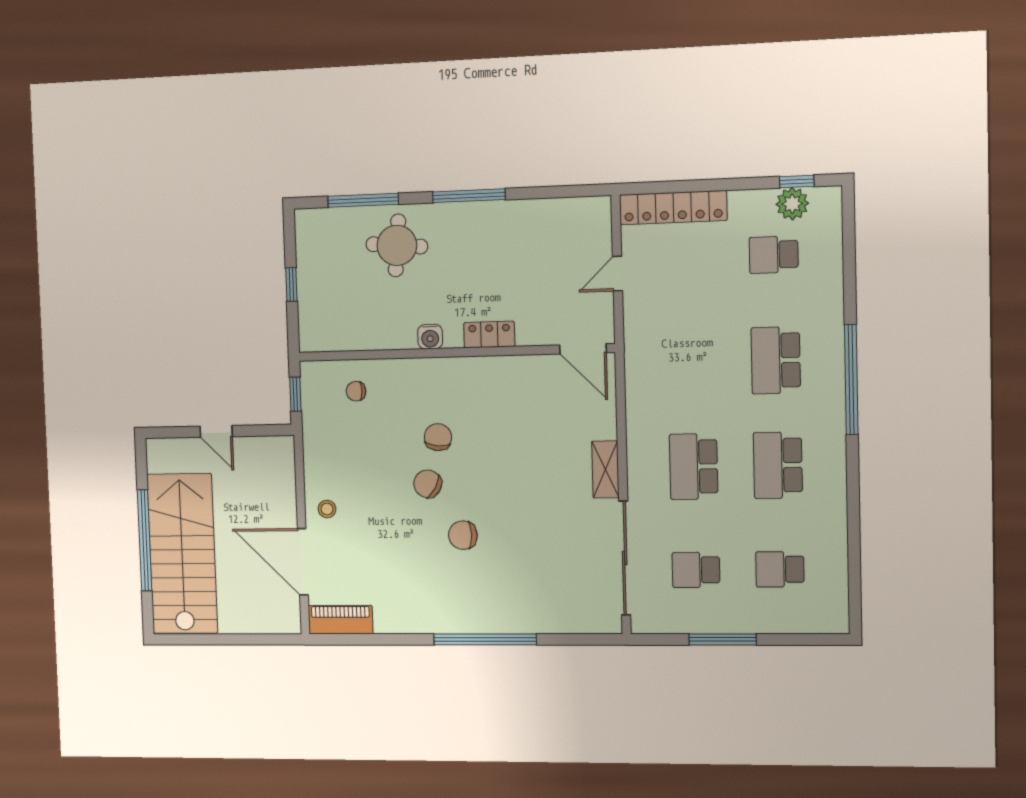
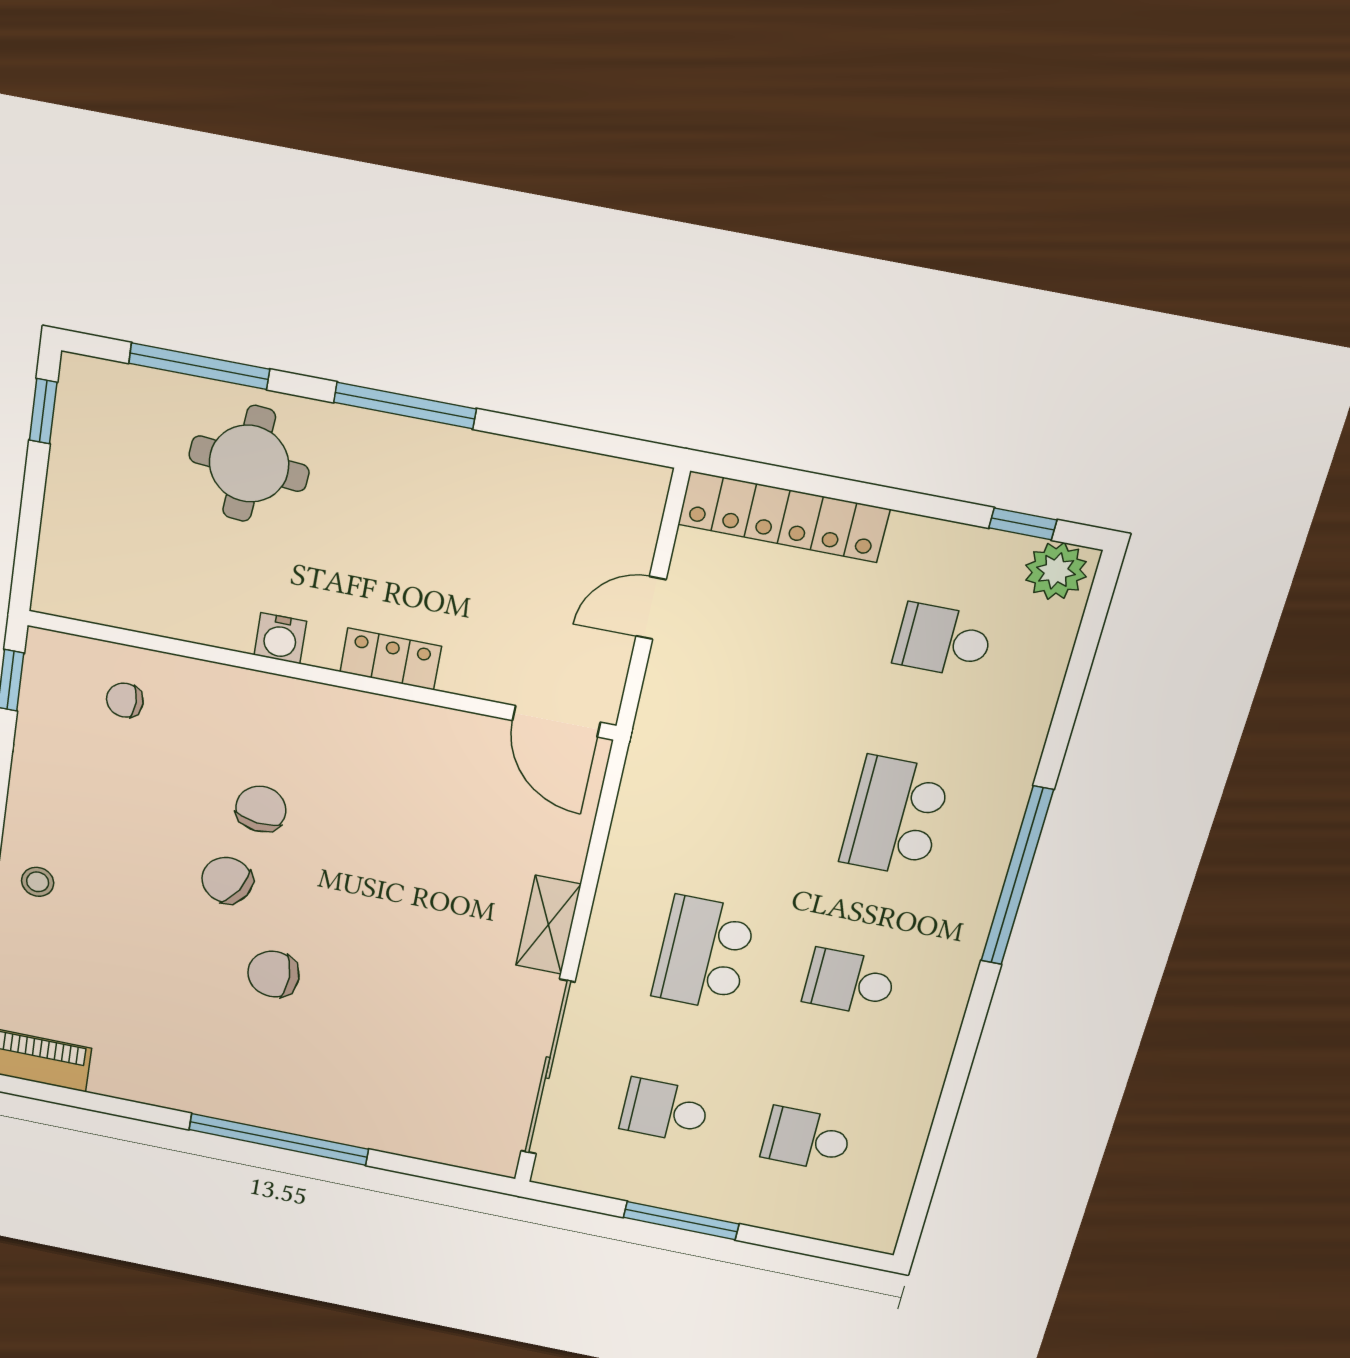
plant: (792, 204) -> (1056, 571), moved
window: (291, 284) -> (43, 411), moved
school desk: (778, 465) -> (850, 982), width x0.54

